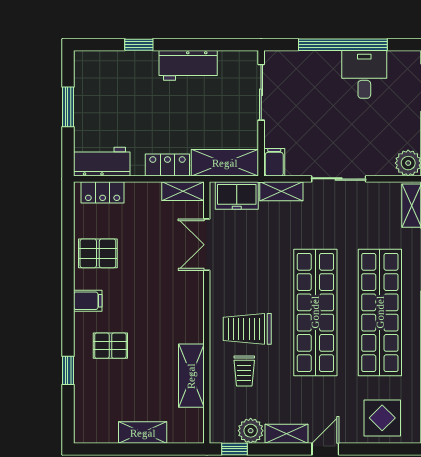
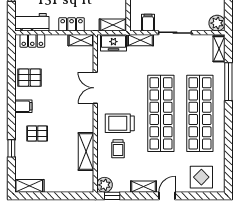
filing cabinet: (274, 162) -> (148, 23), moved
shelving: (225, 163) -> (113, 25), width x0.67, depth x0.75
double door: (207, 245) -> (95, 88), moved
plant: (251, 431) -> (105, 185), moved
shelving: (143, 433) -> (29, 186), moved

